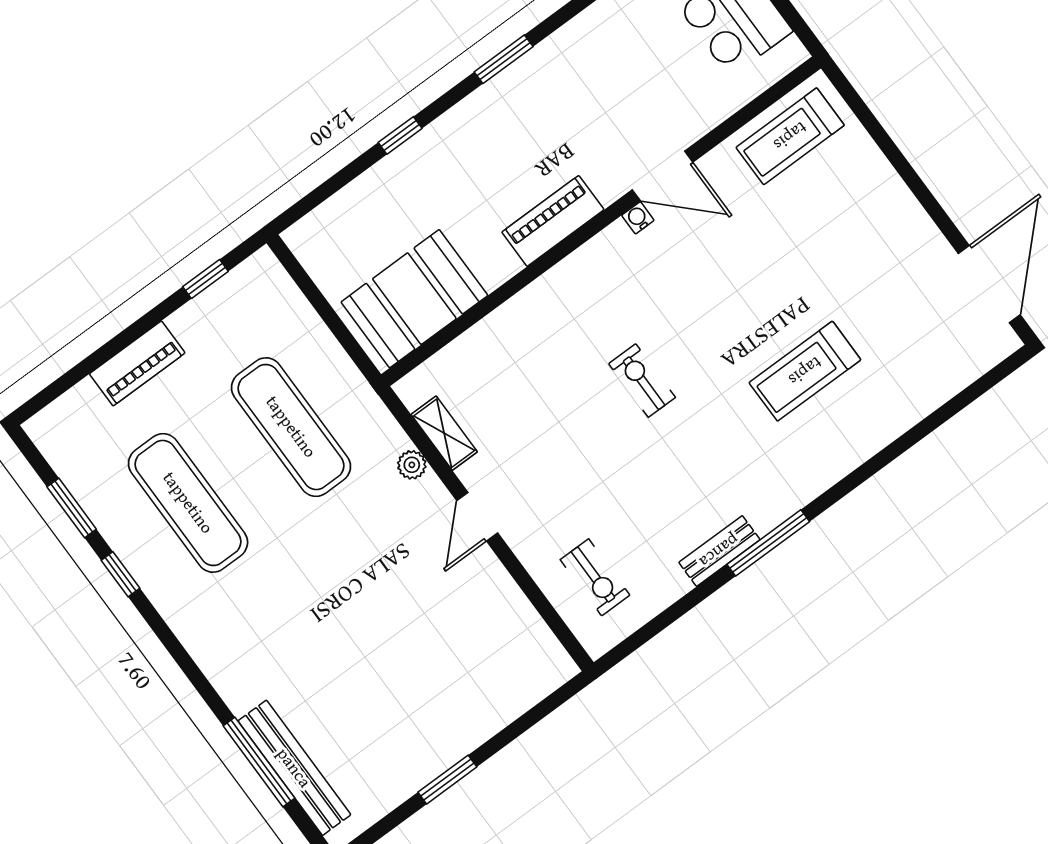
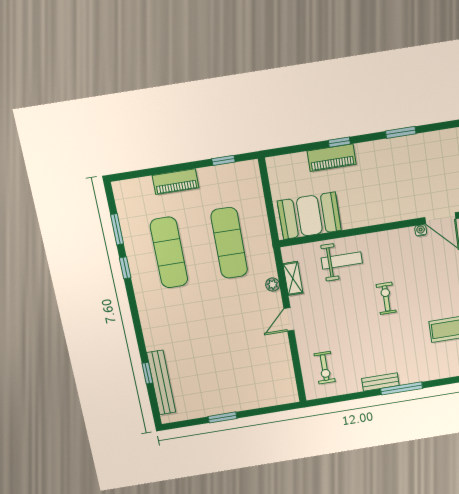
piano: (553, 221) -> (332, 158), moved, turned 180
weight bench: (519, 351) -> (342, 260), added
window: (259, 762) -> (147, 373), width x0.46

